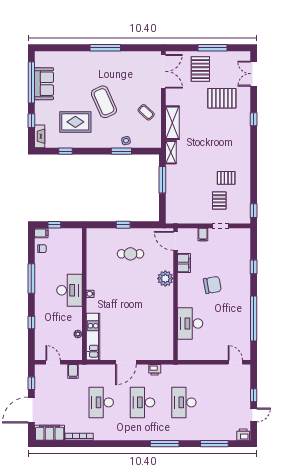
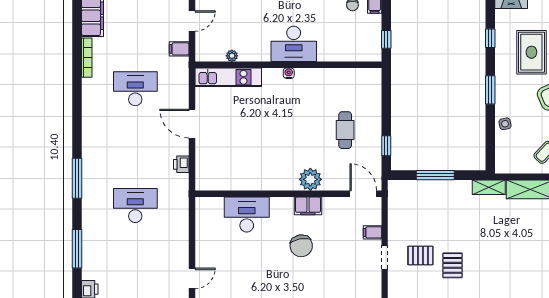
window: (121, 151) -> (490, 90), moved
window: (162, 180) -> (435, 175), moved
window: (54, 225) -> (386, 39), moved
window: (123, 225) -> (386, 146), moved
door: (176, 241) -> (363, 194), hinge flipped
filing cabinet: (184, 263) -> (308, 206), moved
desk: (143, 402) -> (135, 147), removed

